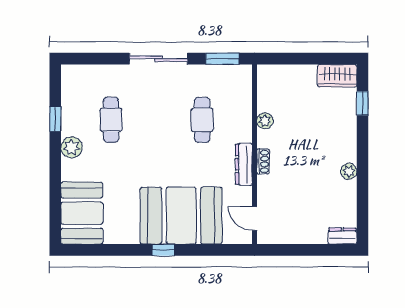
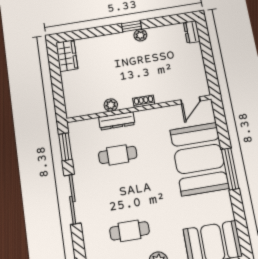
window: (362, 103) -> (132, 26), moved
dresser: (244, 164) -> (117, 121), moved
window: (163, 250) -> (230, 169), width x2.17

